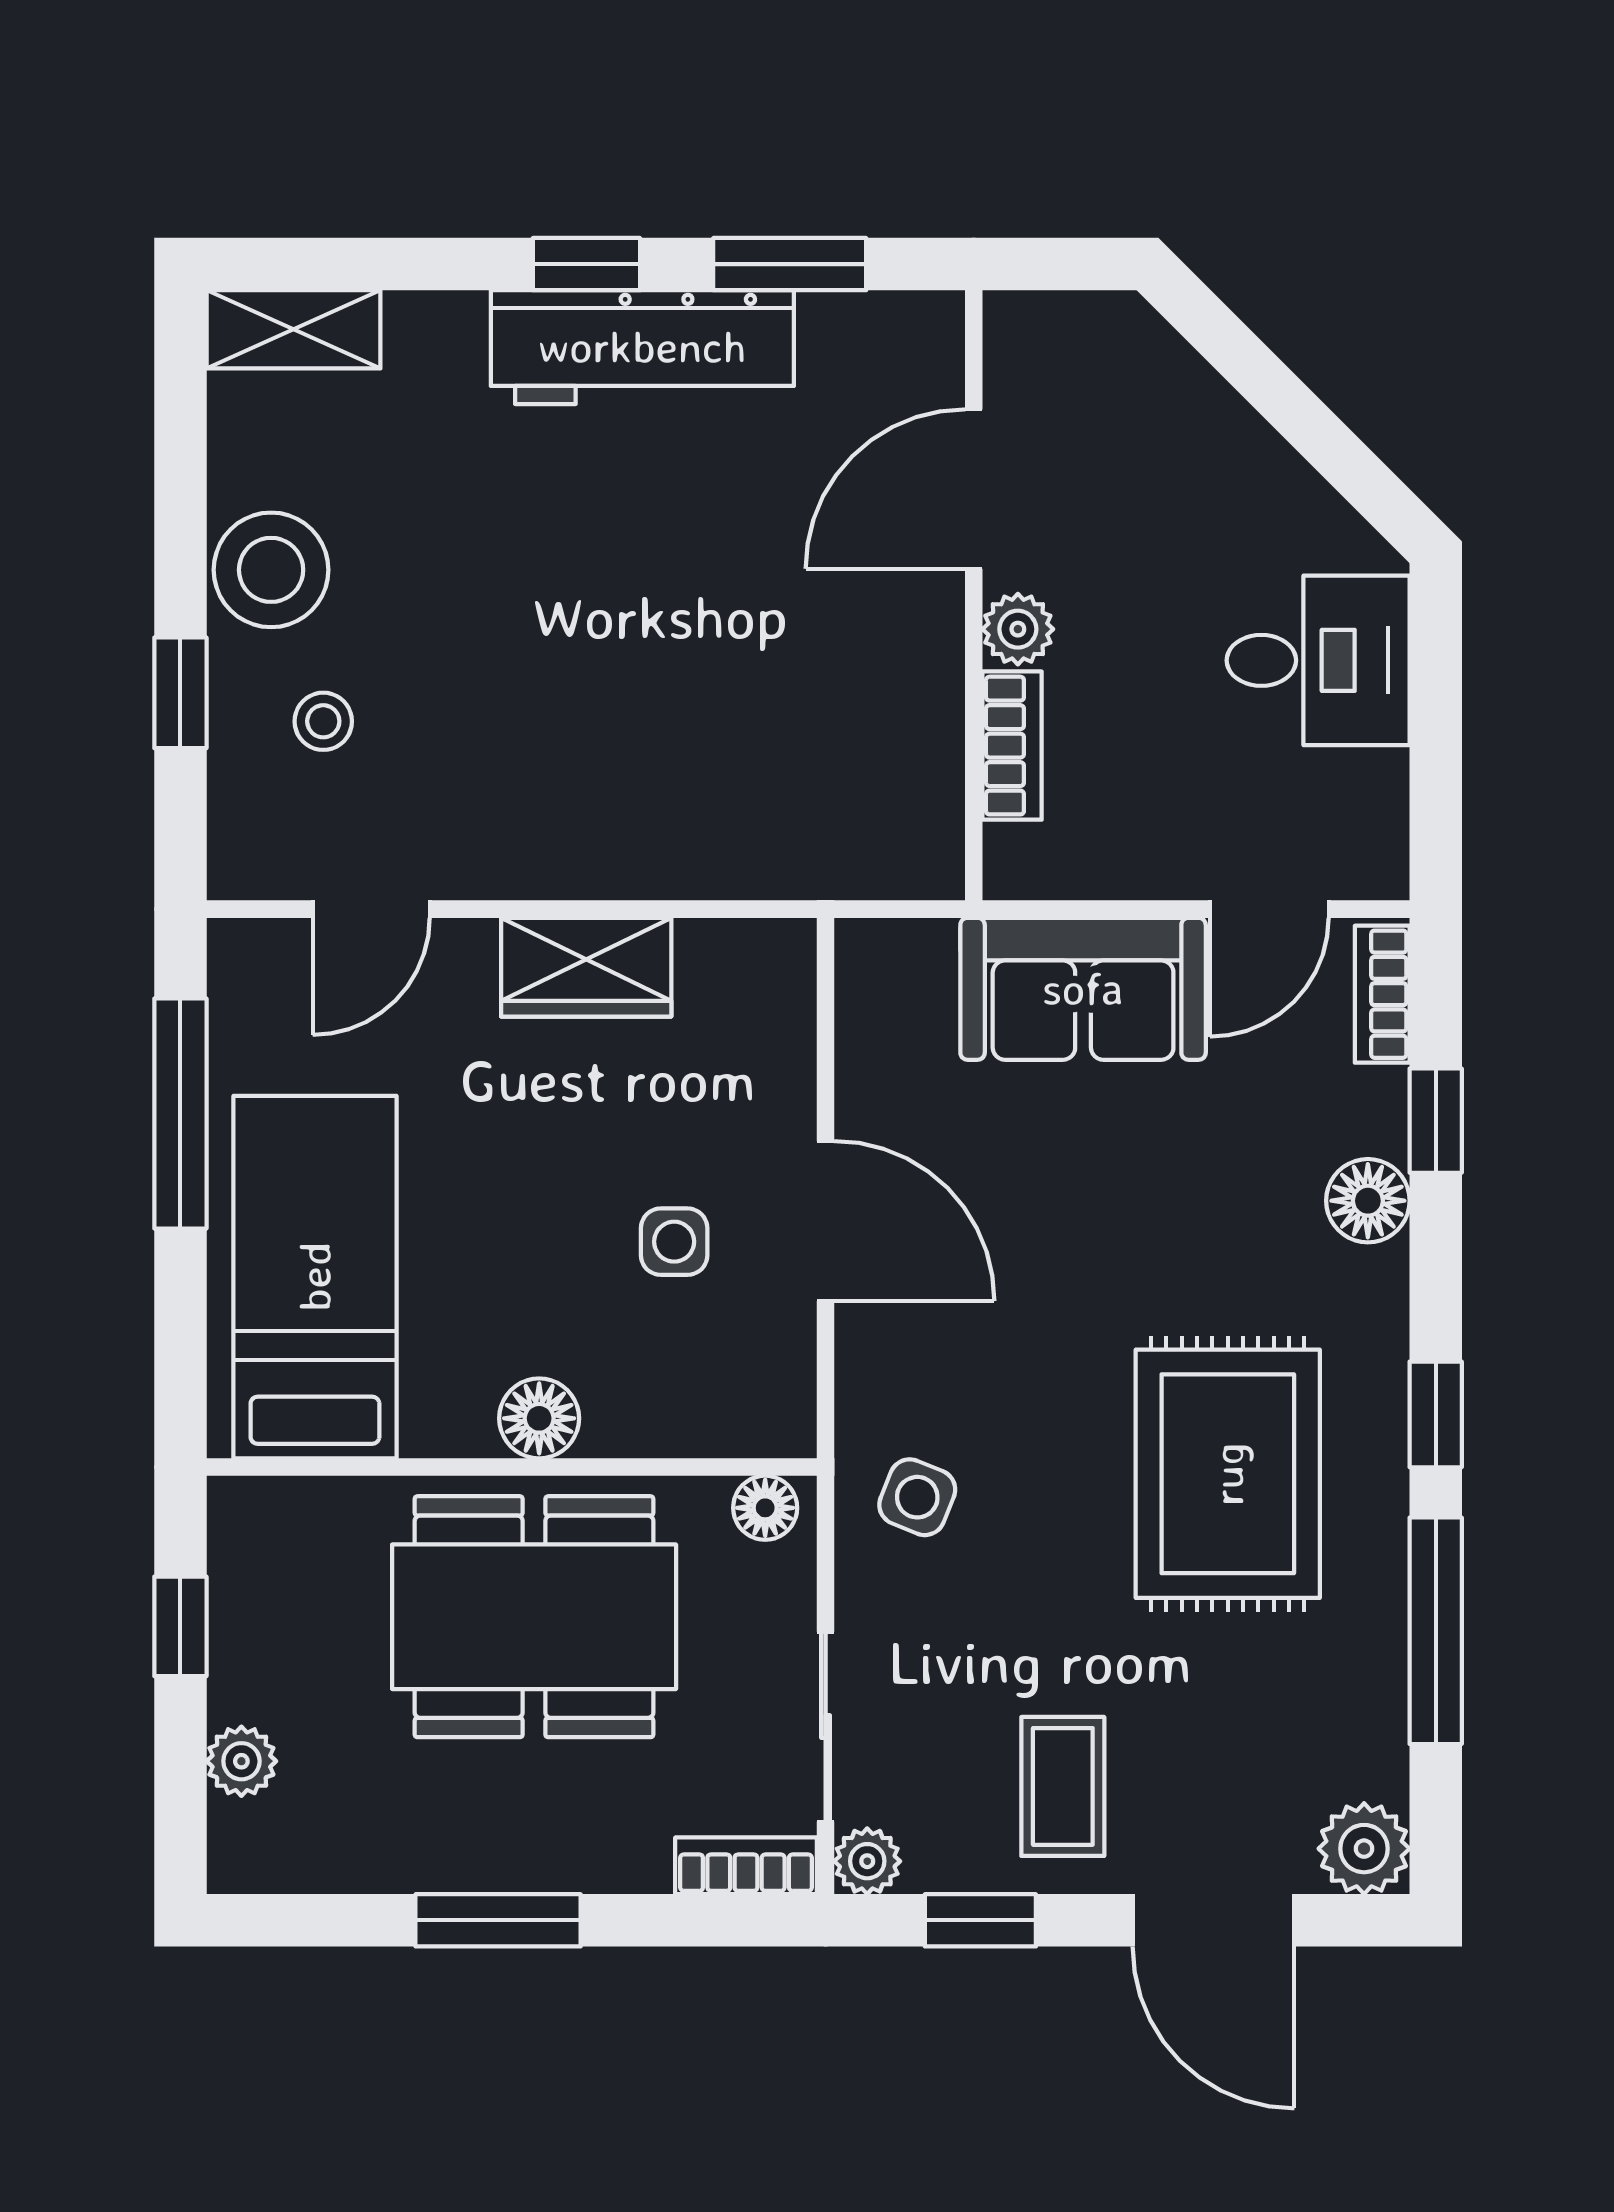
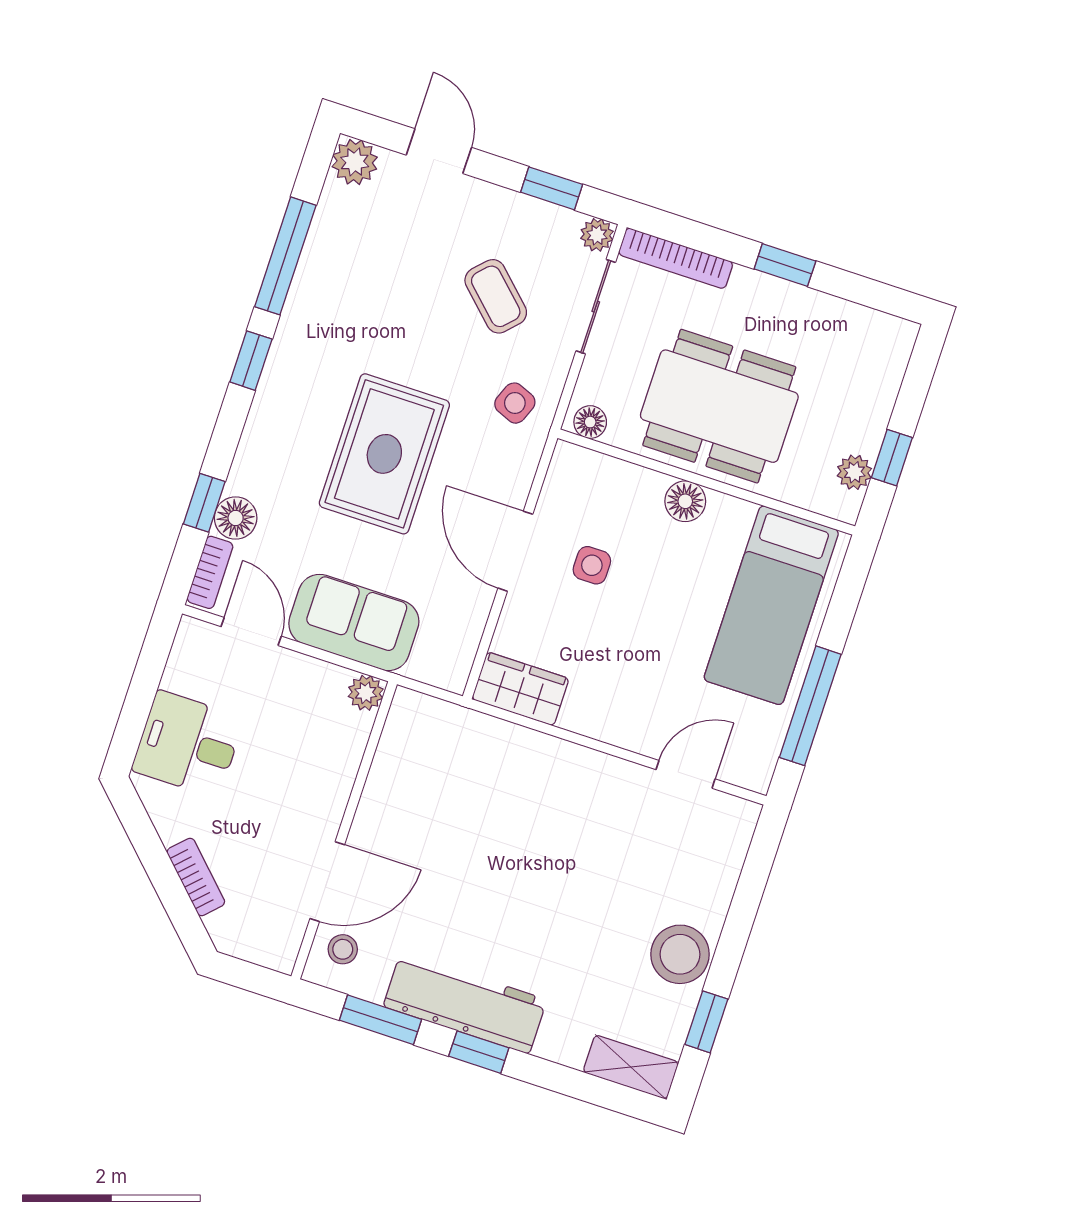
plant: (1018, 629) -> (366, 693), moved
window: (180, 693) -> (706, 1022), moved
stool: (323, 721) -> (343, 949), moved
bookcase: (1012, 746) -> (196, 877), moved, turned 135
door: (1269, 909) -> (251, 631), hinge flipped
wardrobe: (586, 967) -> (520, 689), moved
floor lamp: (1368, 1201) -> (236, 518), moved
rug: (1228, 1474) -> (384, 454), moved
plant: (241, 1761) -> (854, 472), moved
coffee table: (1063, 1786) -> (496, 296), moved, turned -46
bookcase: (746, 1866) -> (676, 258), width x1.56
window: (498, 1920) -> (785, 265), width x0.67
door: (1214, 1920) -> (439, 151), width x0.73

